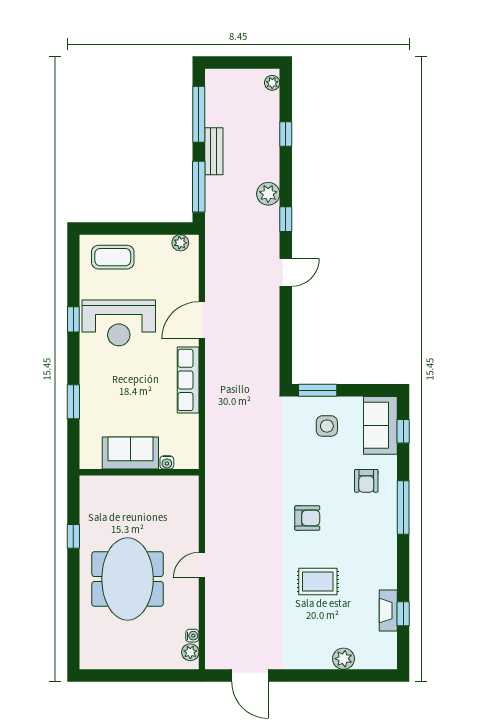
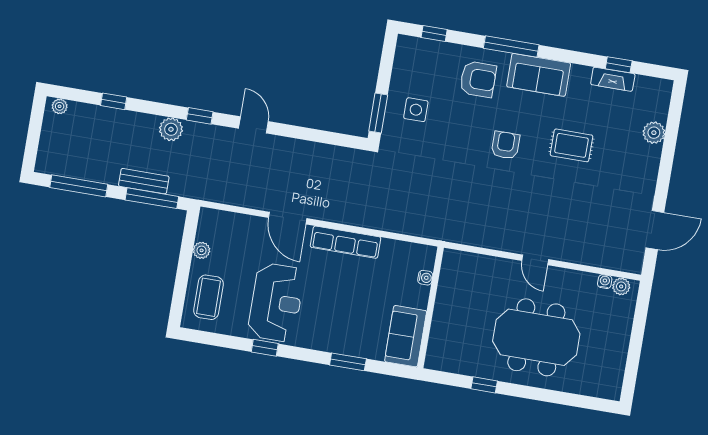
bench: (214, 151) -> (144, 181), moved
plant: (180, 243) -> (202, 250), moved
sofa: (380, 425) -> (539, 75), moved
sofa: (130, 453) -> (406, 336), moved
armchair: (366, 481) -> (478, 79), width x1.38, depth x1.38
rug: (318, 582) -> (571, 145), turned 90

